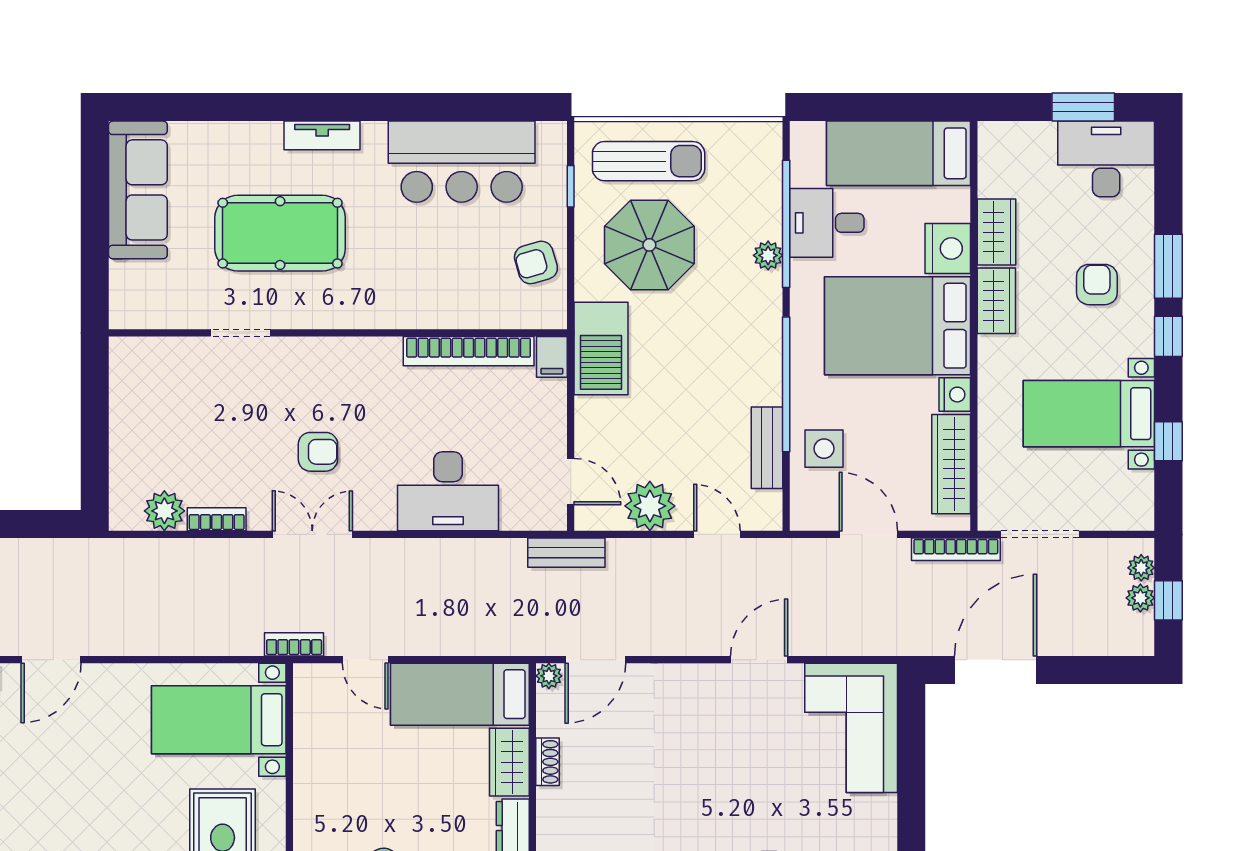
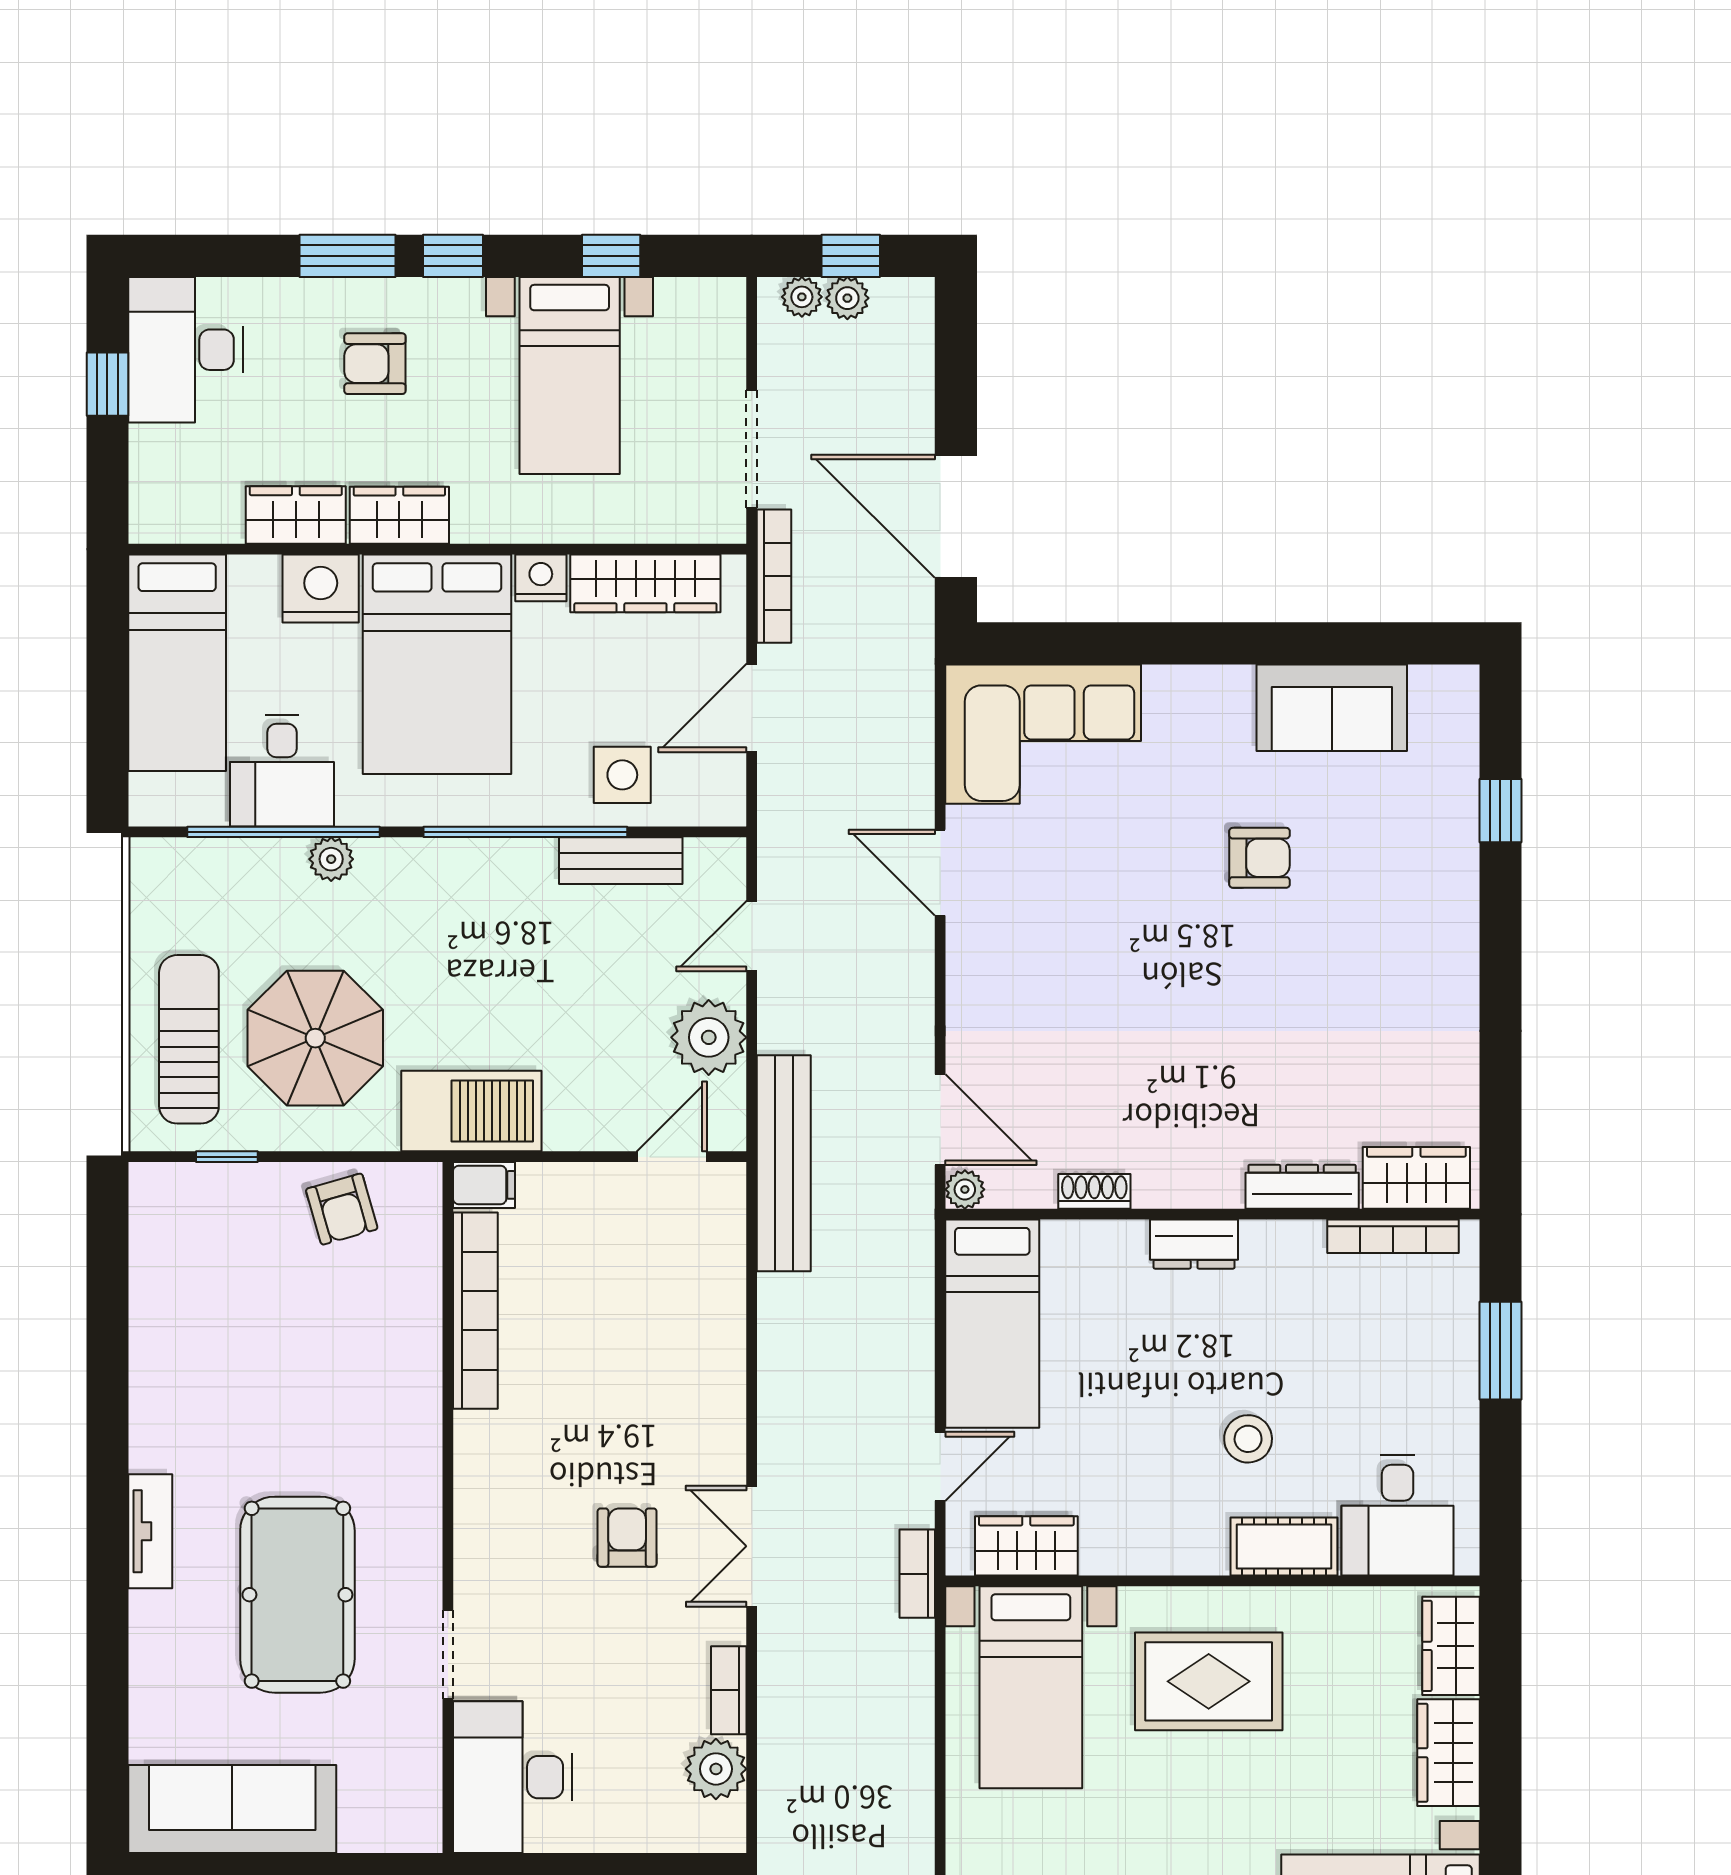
window: (1083, 107) -> (107, 384), width x0.67
bar counter: (462, 162) -> (190, 1321), removed
desk: (448, 491) -> (513, 1777), moved, turned 180
bench: (566, 553) -> (784, 1163), width x1.86, depth x1.21
wardrobe: (509, 762) -> (1026, 1546), moved, turned 180

